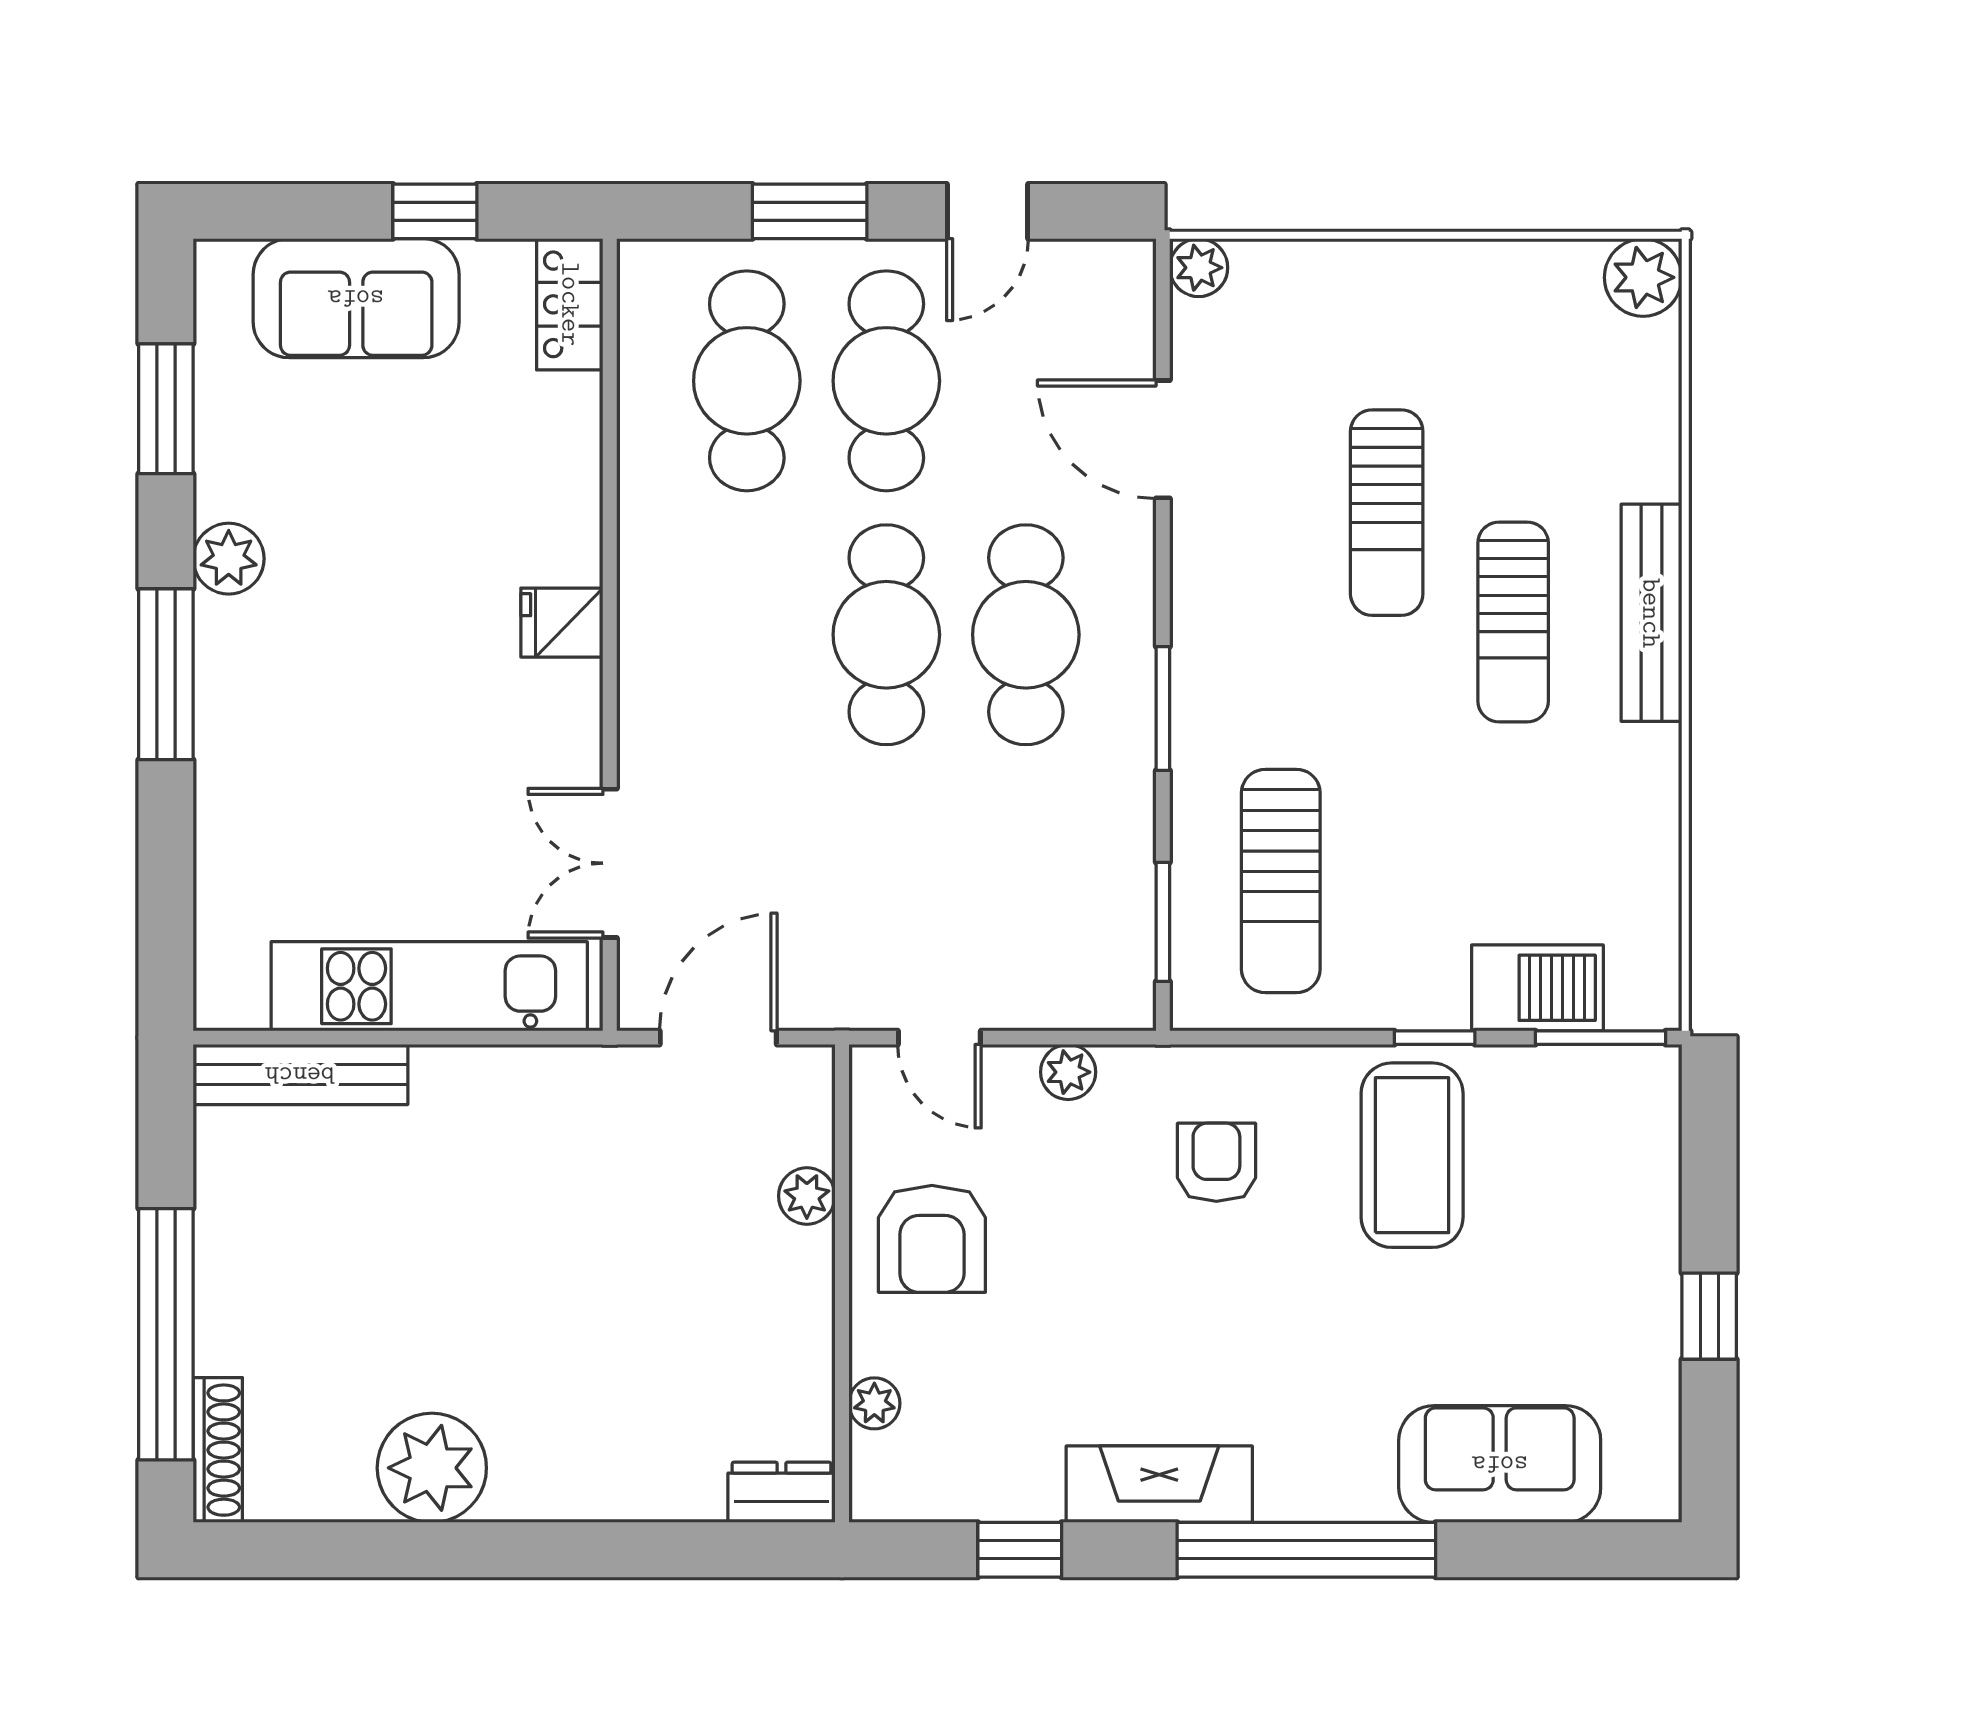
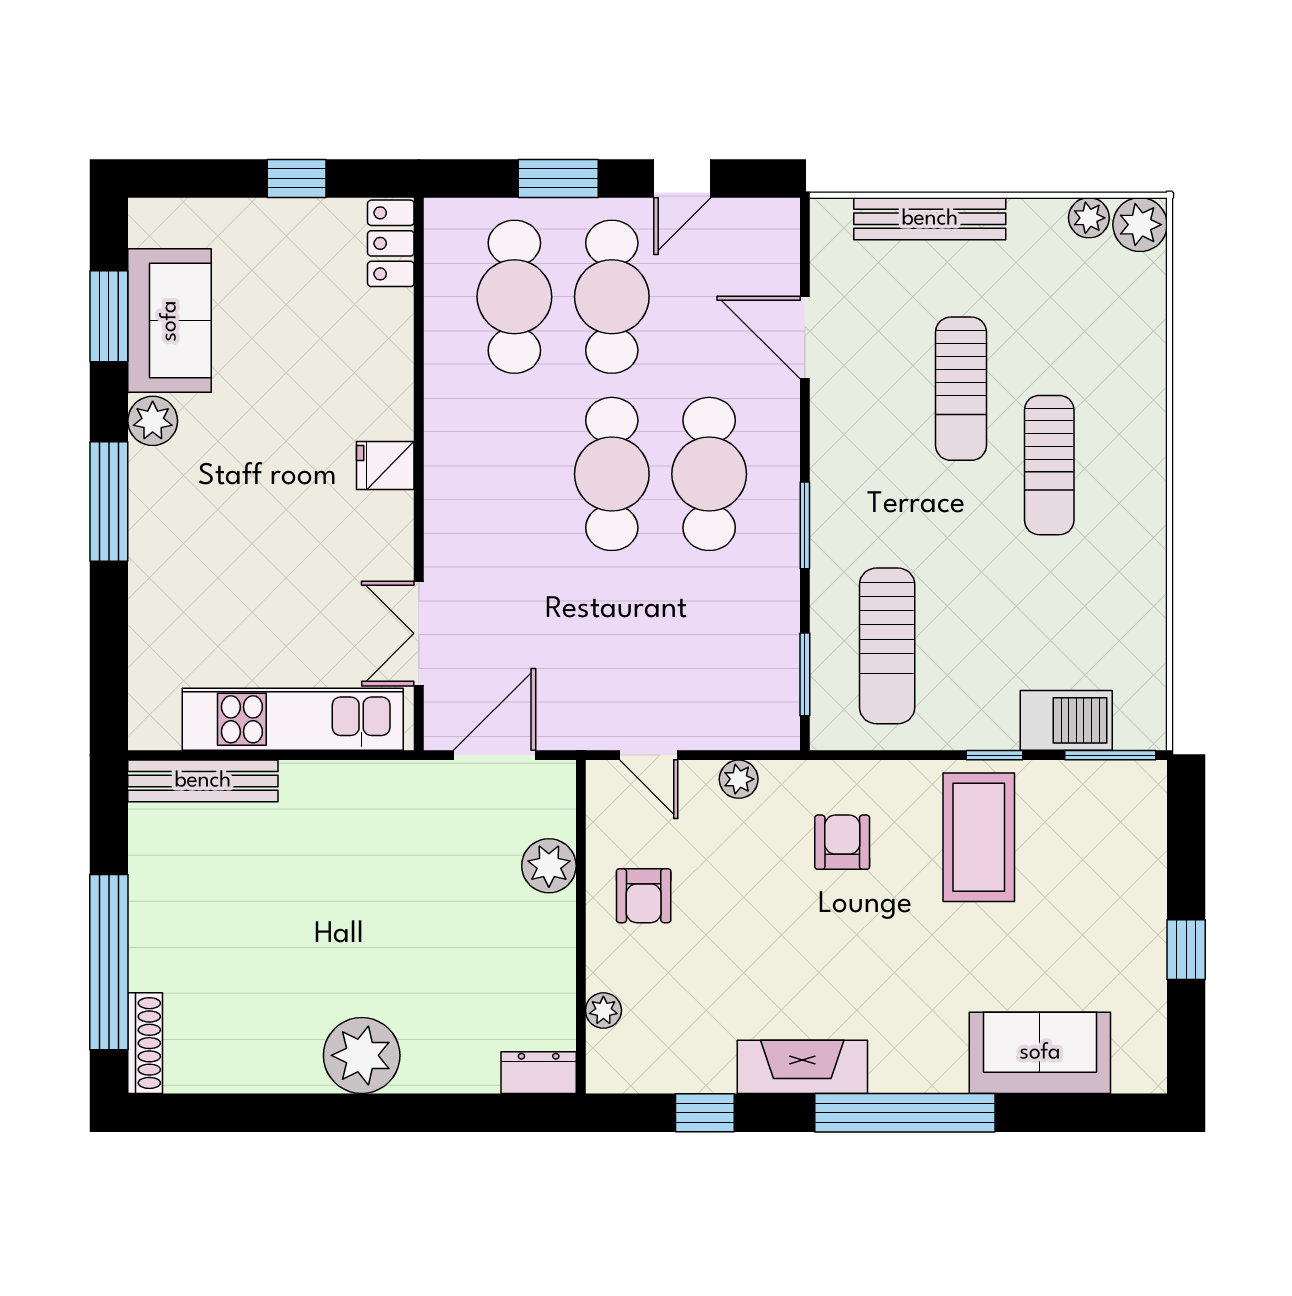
plant: (1199, 268) -> (1089, 218), moved
sofa: (356, 298) -> (170, 321), moved, turned -90
bench: (1651, 613) -> (930, 219), moved, turned 90
plant: (807, 1196) -> (549, 866), width x1.38, depth x1.38
armchair: (932, 1239) -> (644, 896), width x0.72, depth x0.72
plant: (432, 1468) -> (362, 1055), moved

